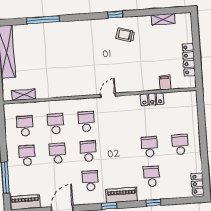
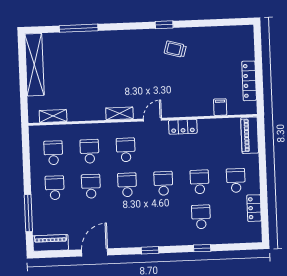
shelving: (163, 19) -> (119, 113), moved
locker: (152, 99) -> (183, 127), moved
school desk: (90, 181) -> (163, 183), moved
locker: (198, 184) -> (254, 208), moved
piano: (122, 195) -> (250, 135), moved, turned -90

